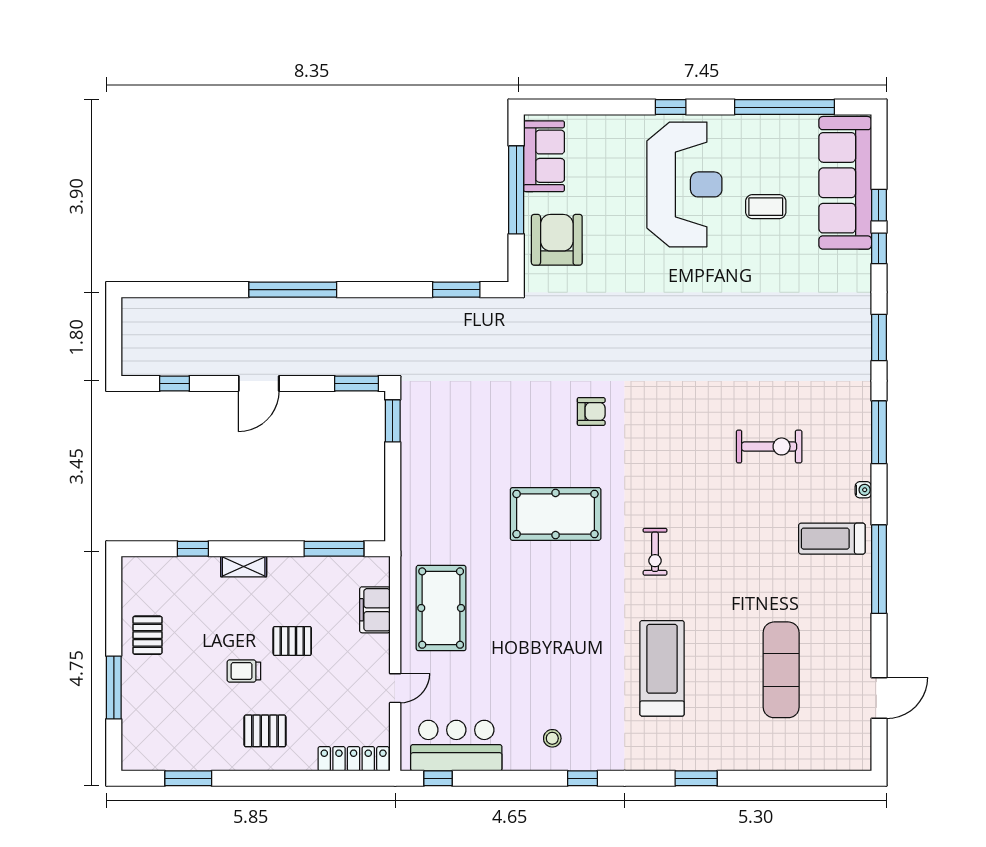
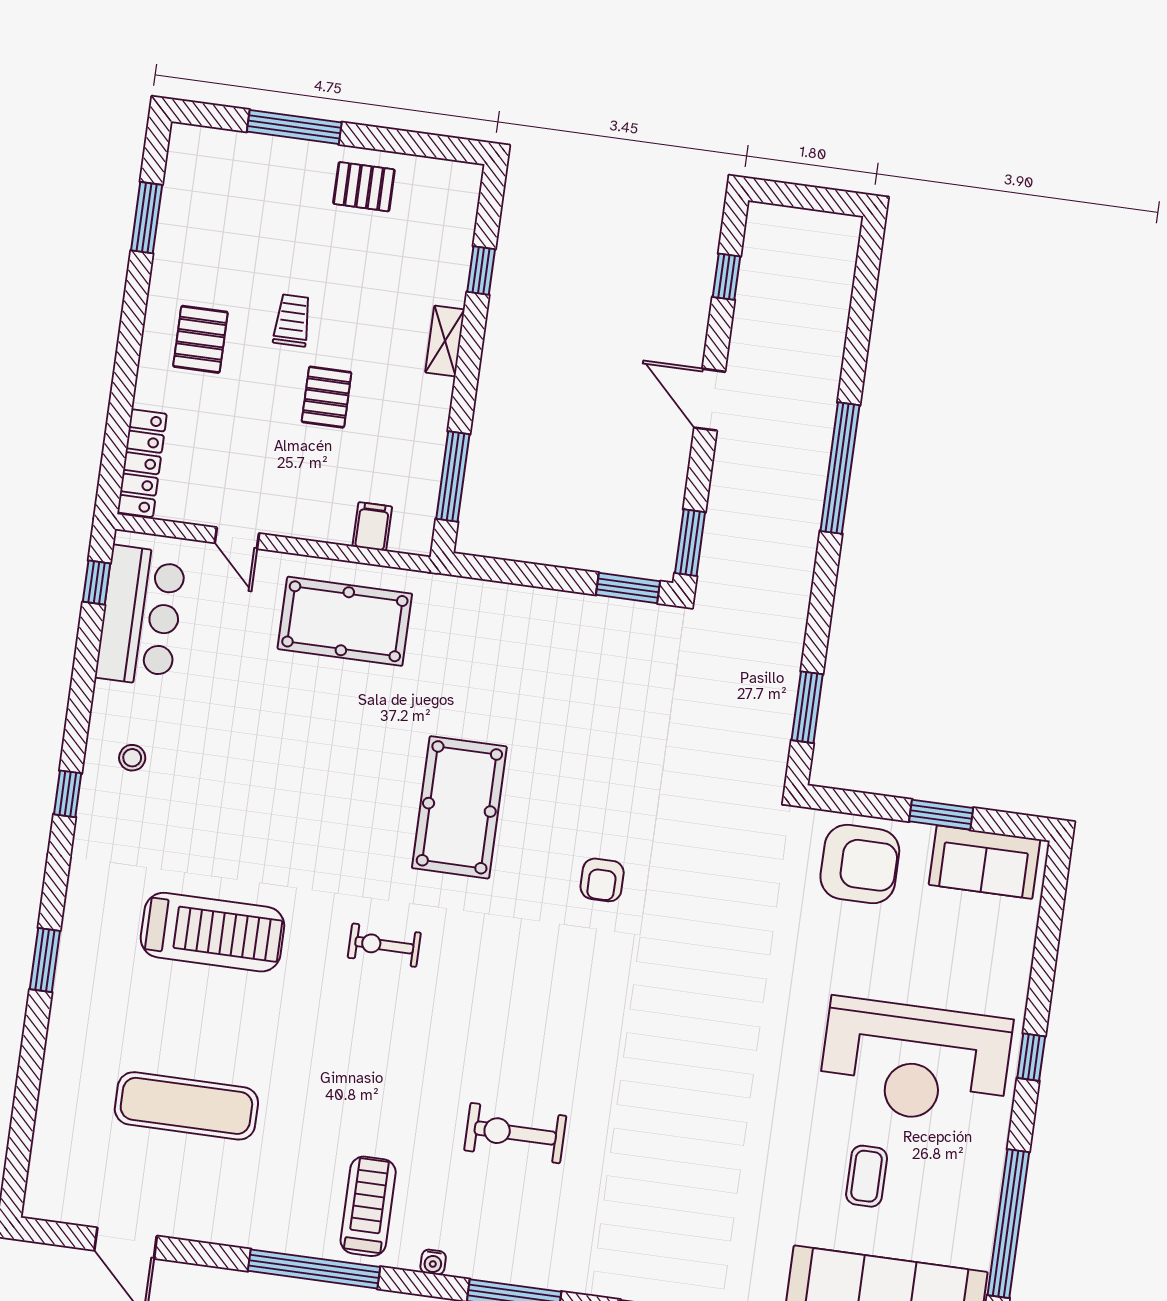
window: (516, 190) -> (941, 815), width x0.47
exercise bike: (769, 446) -> (515, 1133), turned 90
filing cabinet: (375, 610) -> (372, 527), width x0.50

